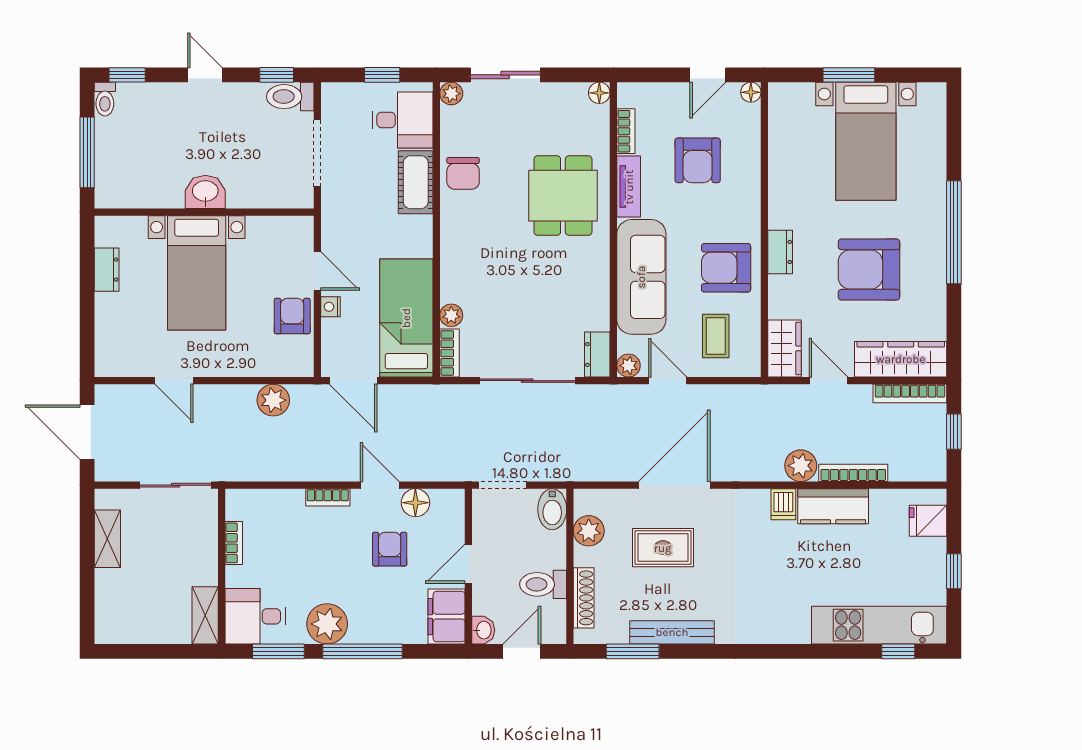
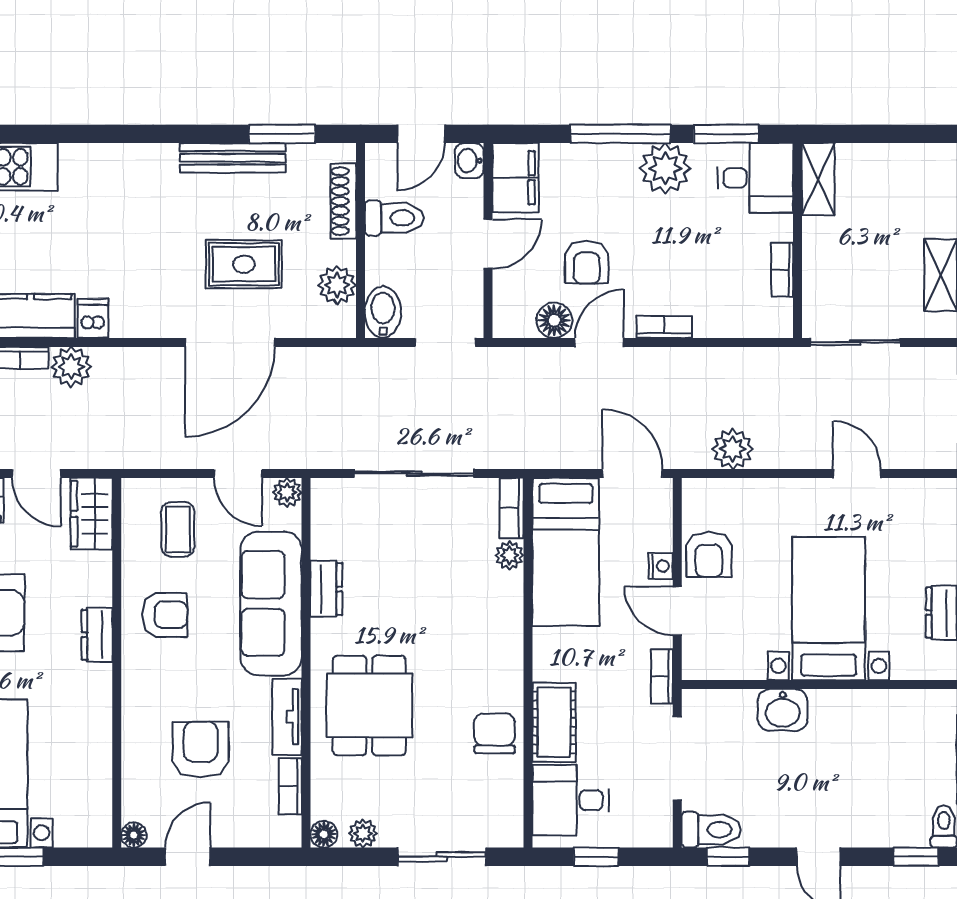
plant: (451, 94) -> (363, 833), moved
washbasin: (205, 192) -> (783, 710), moved
bookcase: (330, 219) -> (662, 677), added
armchair: (726, 268) -> (165, 615), width x0.72, depth x0.72
dresser: (597, 355) -> (326, 589), moved
door: (380, 485) -> (599, 342), swing flipped

